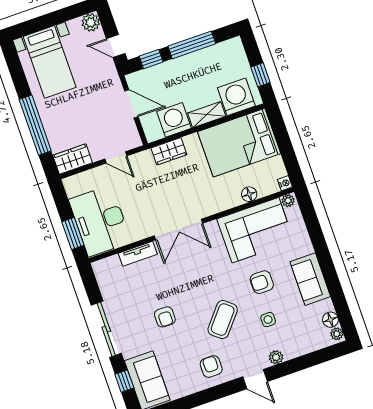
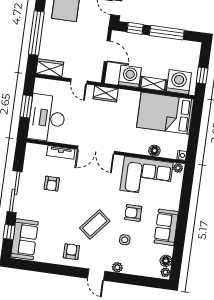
wardrobe: (169, 151) -> (106, 94), moved
window: (73, 234) -> (26, 106), moved
armchair: (165, 317) -> (52, 184), moved

